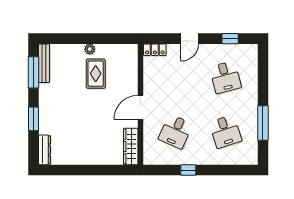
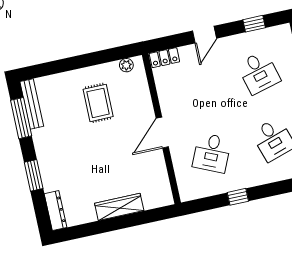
plant: (90, 49) -> (126, 65), moved
wardrobe: (131, 146) -> (119, 207), moved, turned 90

